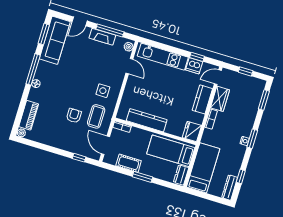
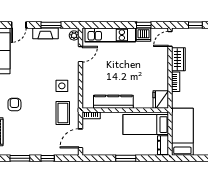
window: (110, 31) -> (51, 25), width x0.69
door: (129, 66) -> (80, 54), hinge flipped
kitchen counter: (202, 99) -> (161, 65), removed
armchair: (74, 116) -> (14, 104), moved
door: (105, 145) -> (80, 138), hinge flipped
window: (43, 147) -> (20, 158), added
window: (79, 158) -> (48, 158), moved
cot: (129, 163) -> (108, 149), removed

